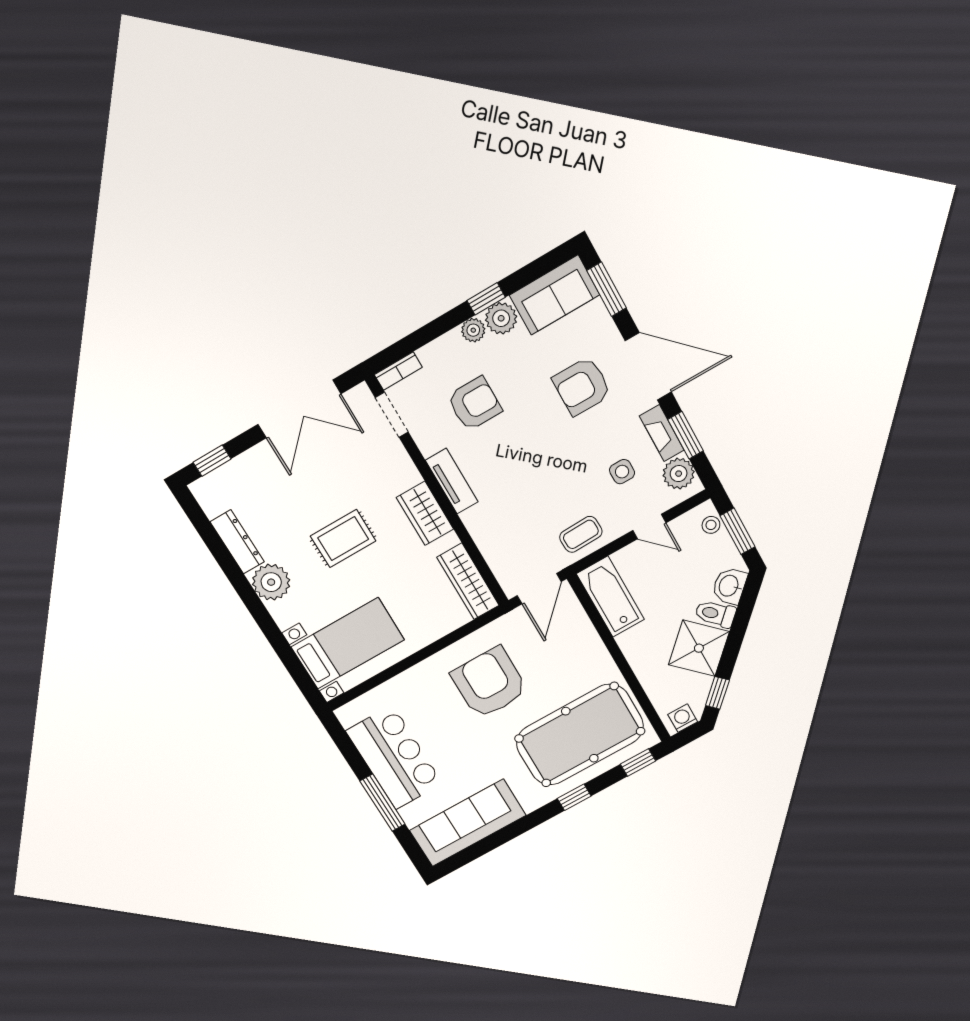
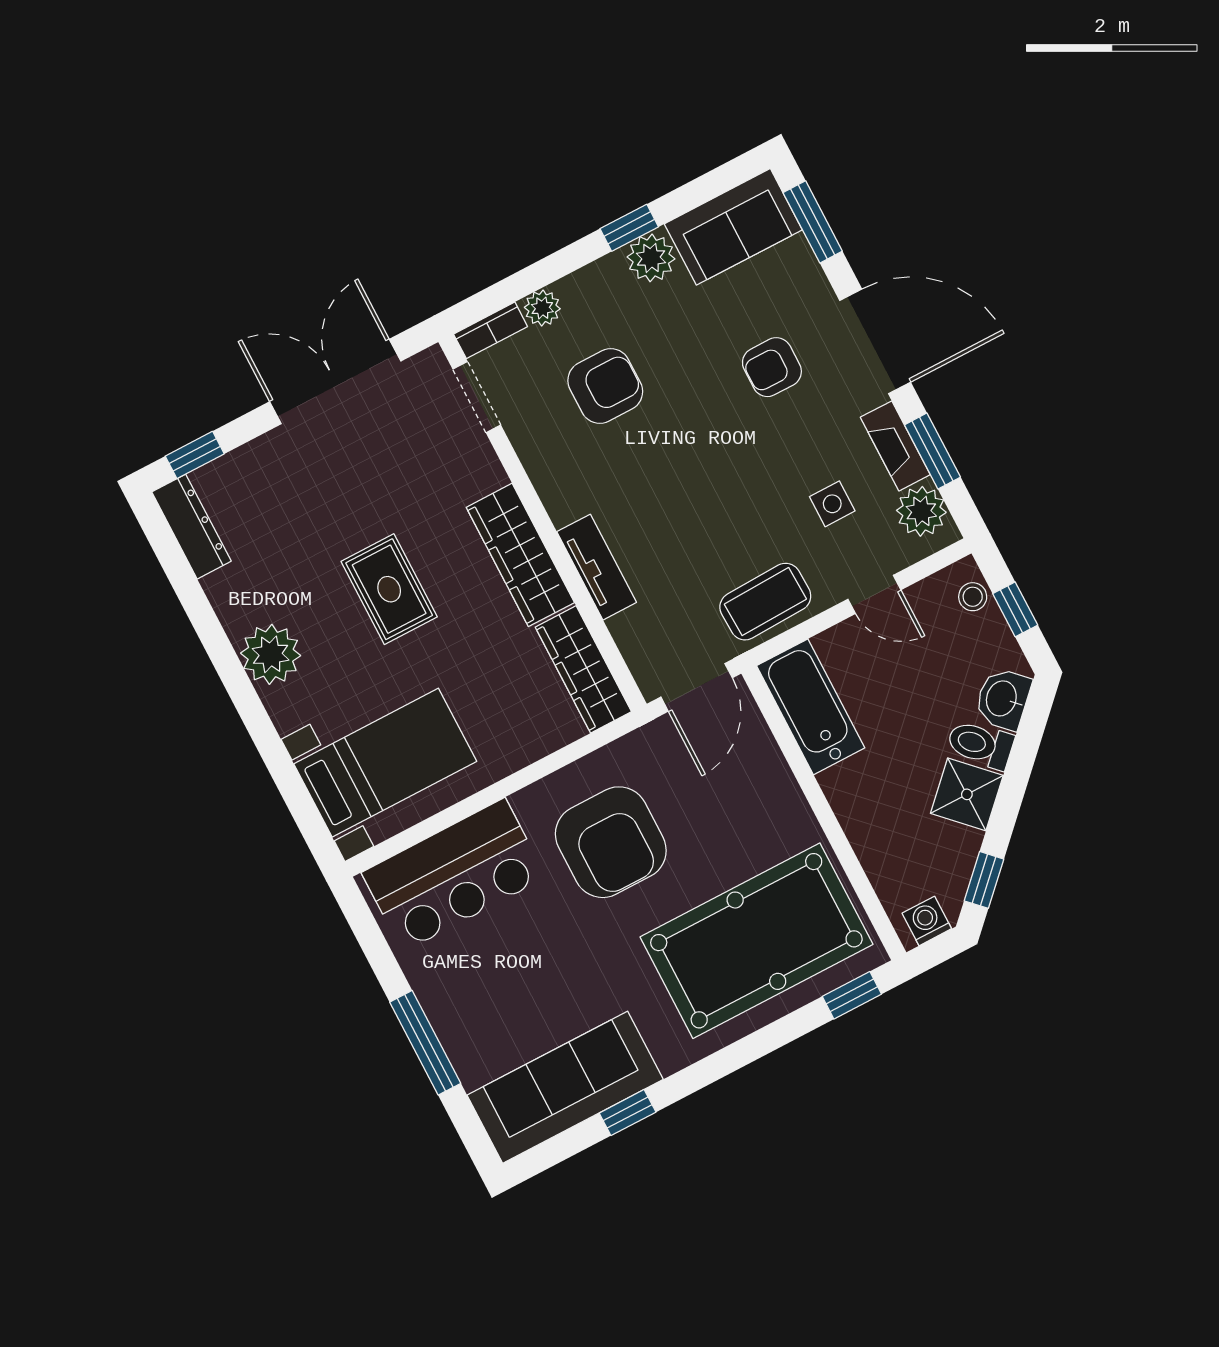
plant: (473, 330) -> (542, 308), moved
armchair: (582, 386) -> (772, 367), width x0.72, depth x0.72
double door: (299, 409) -> (335, 381), swing flipped
tv unit: (452, 481) -> (597, 567), moved
wardrobe: (425, 513) -> (520, 555), width x1.50
window: (738, 531) -> (1015, 609), width x0.67
coffee table: (581, 534) -> (765, 602), width x1.36, depth x1.30
rug: (343, 539) -> (389, 589), turned 90
dresser: (237, 542) -> (191, 527), moved
shower: (699, 648) -> (967, 794), width x0.73, depth x0.73
armchair: (489, 683) -> (611, 842), turned 180
bar counter: (394, 757) -> (454, 875), moved, turned 90
window: (574, 797) -> (628, 1113), moved

